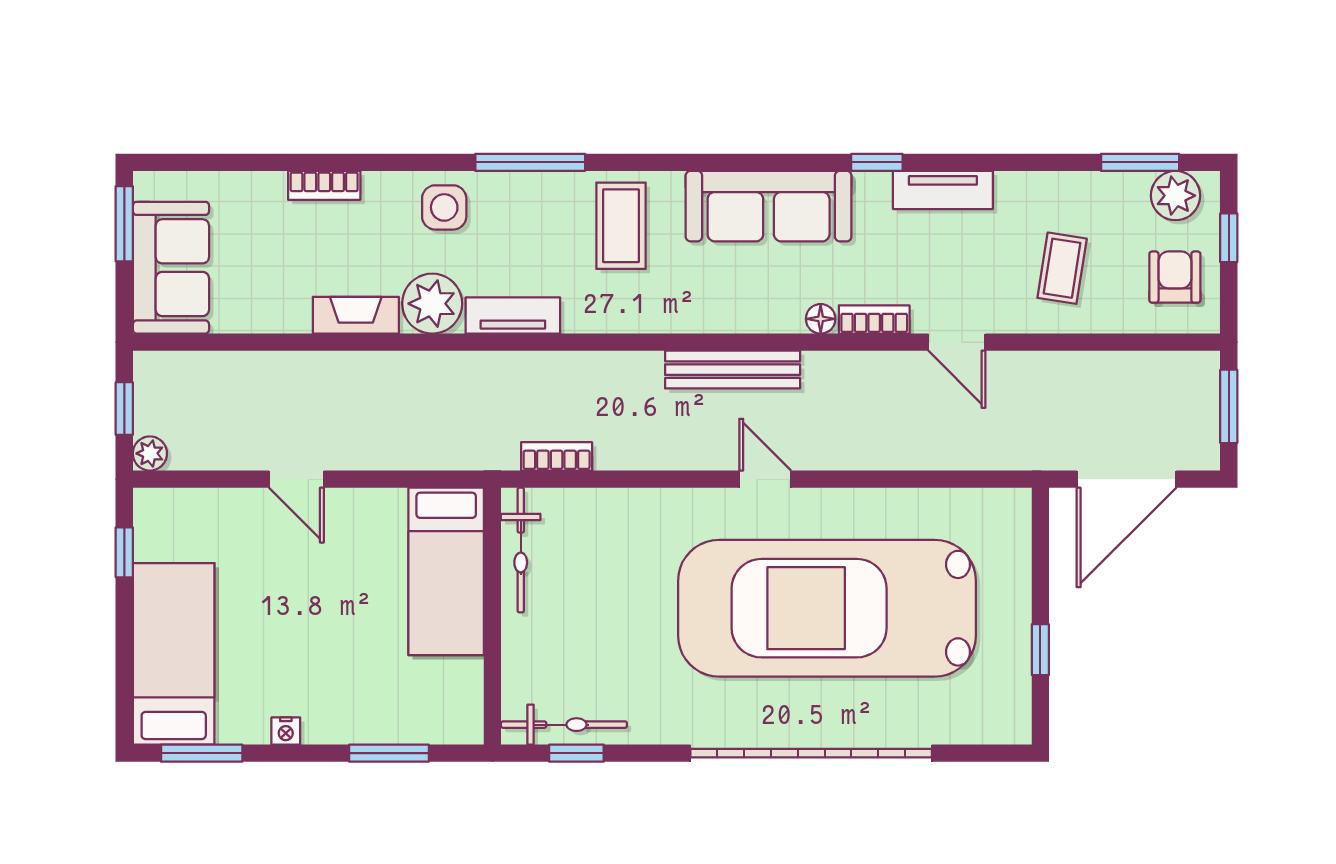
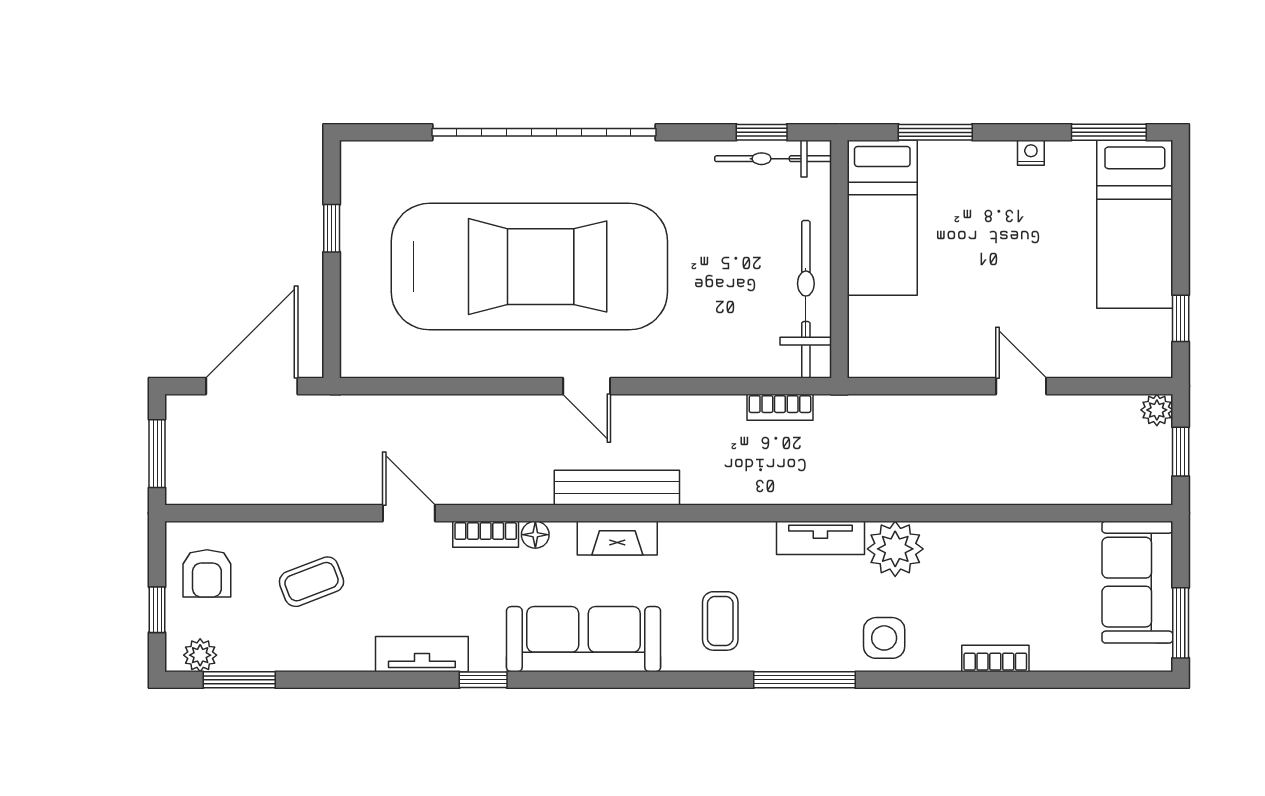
plant: (1176, 196) -> (200, 655), width x0.73, depth x0.73
coffee table: (621, 226) -> (720, 621), width x0.73, depth x0.77
coffee table: (1062, 268) -> (311, 582), turned 60
fireplace: (356, 315) -> (617, 538), moved
bicycle: (521, 550) -> (806, 299), width x1.37, depth x1.40
bed: (446, 571) -> (882, 218), moved, turned 180

